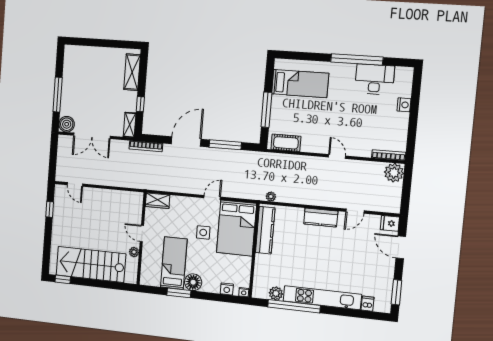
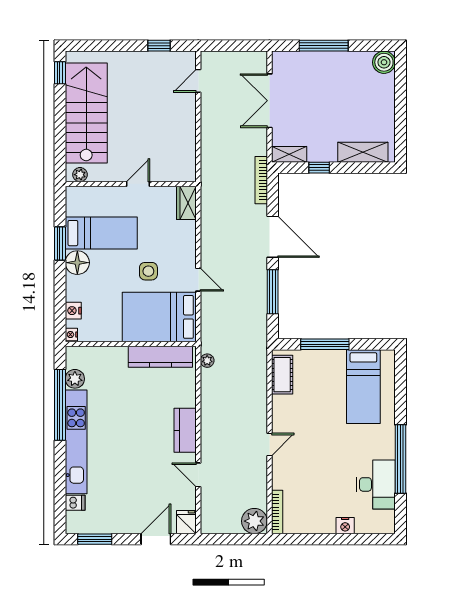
boiler: (67, 124) -> (384, 62), moved
plant: (134, 252) -> (80, 175), moved

